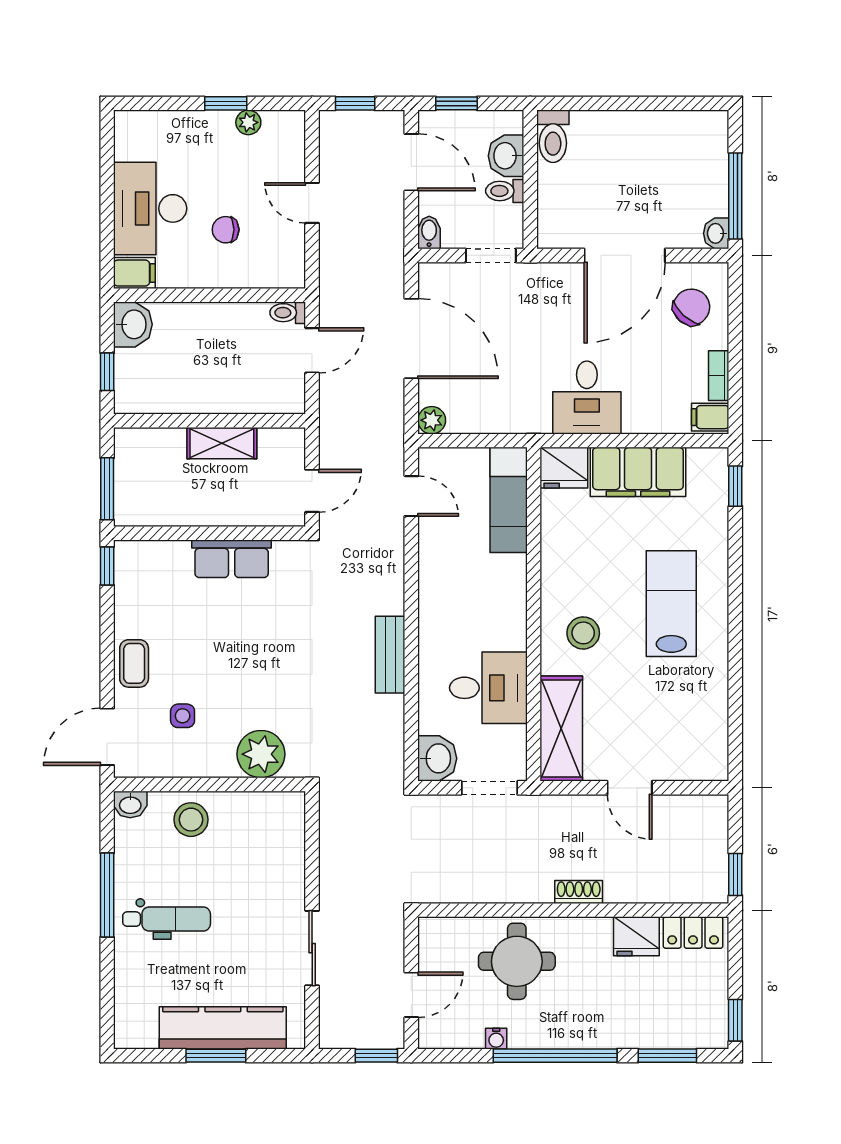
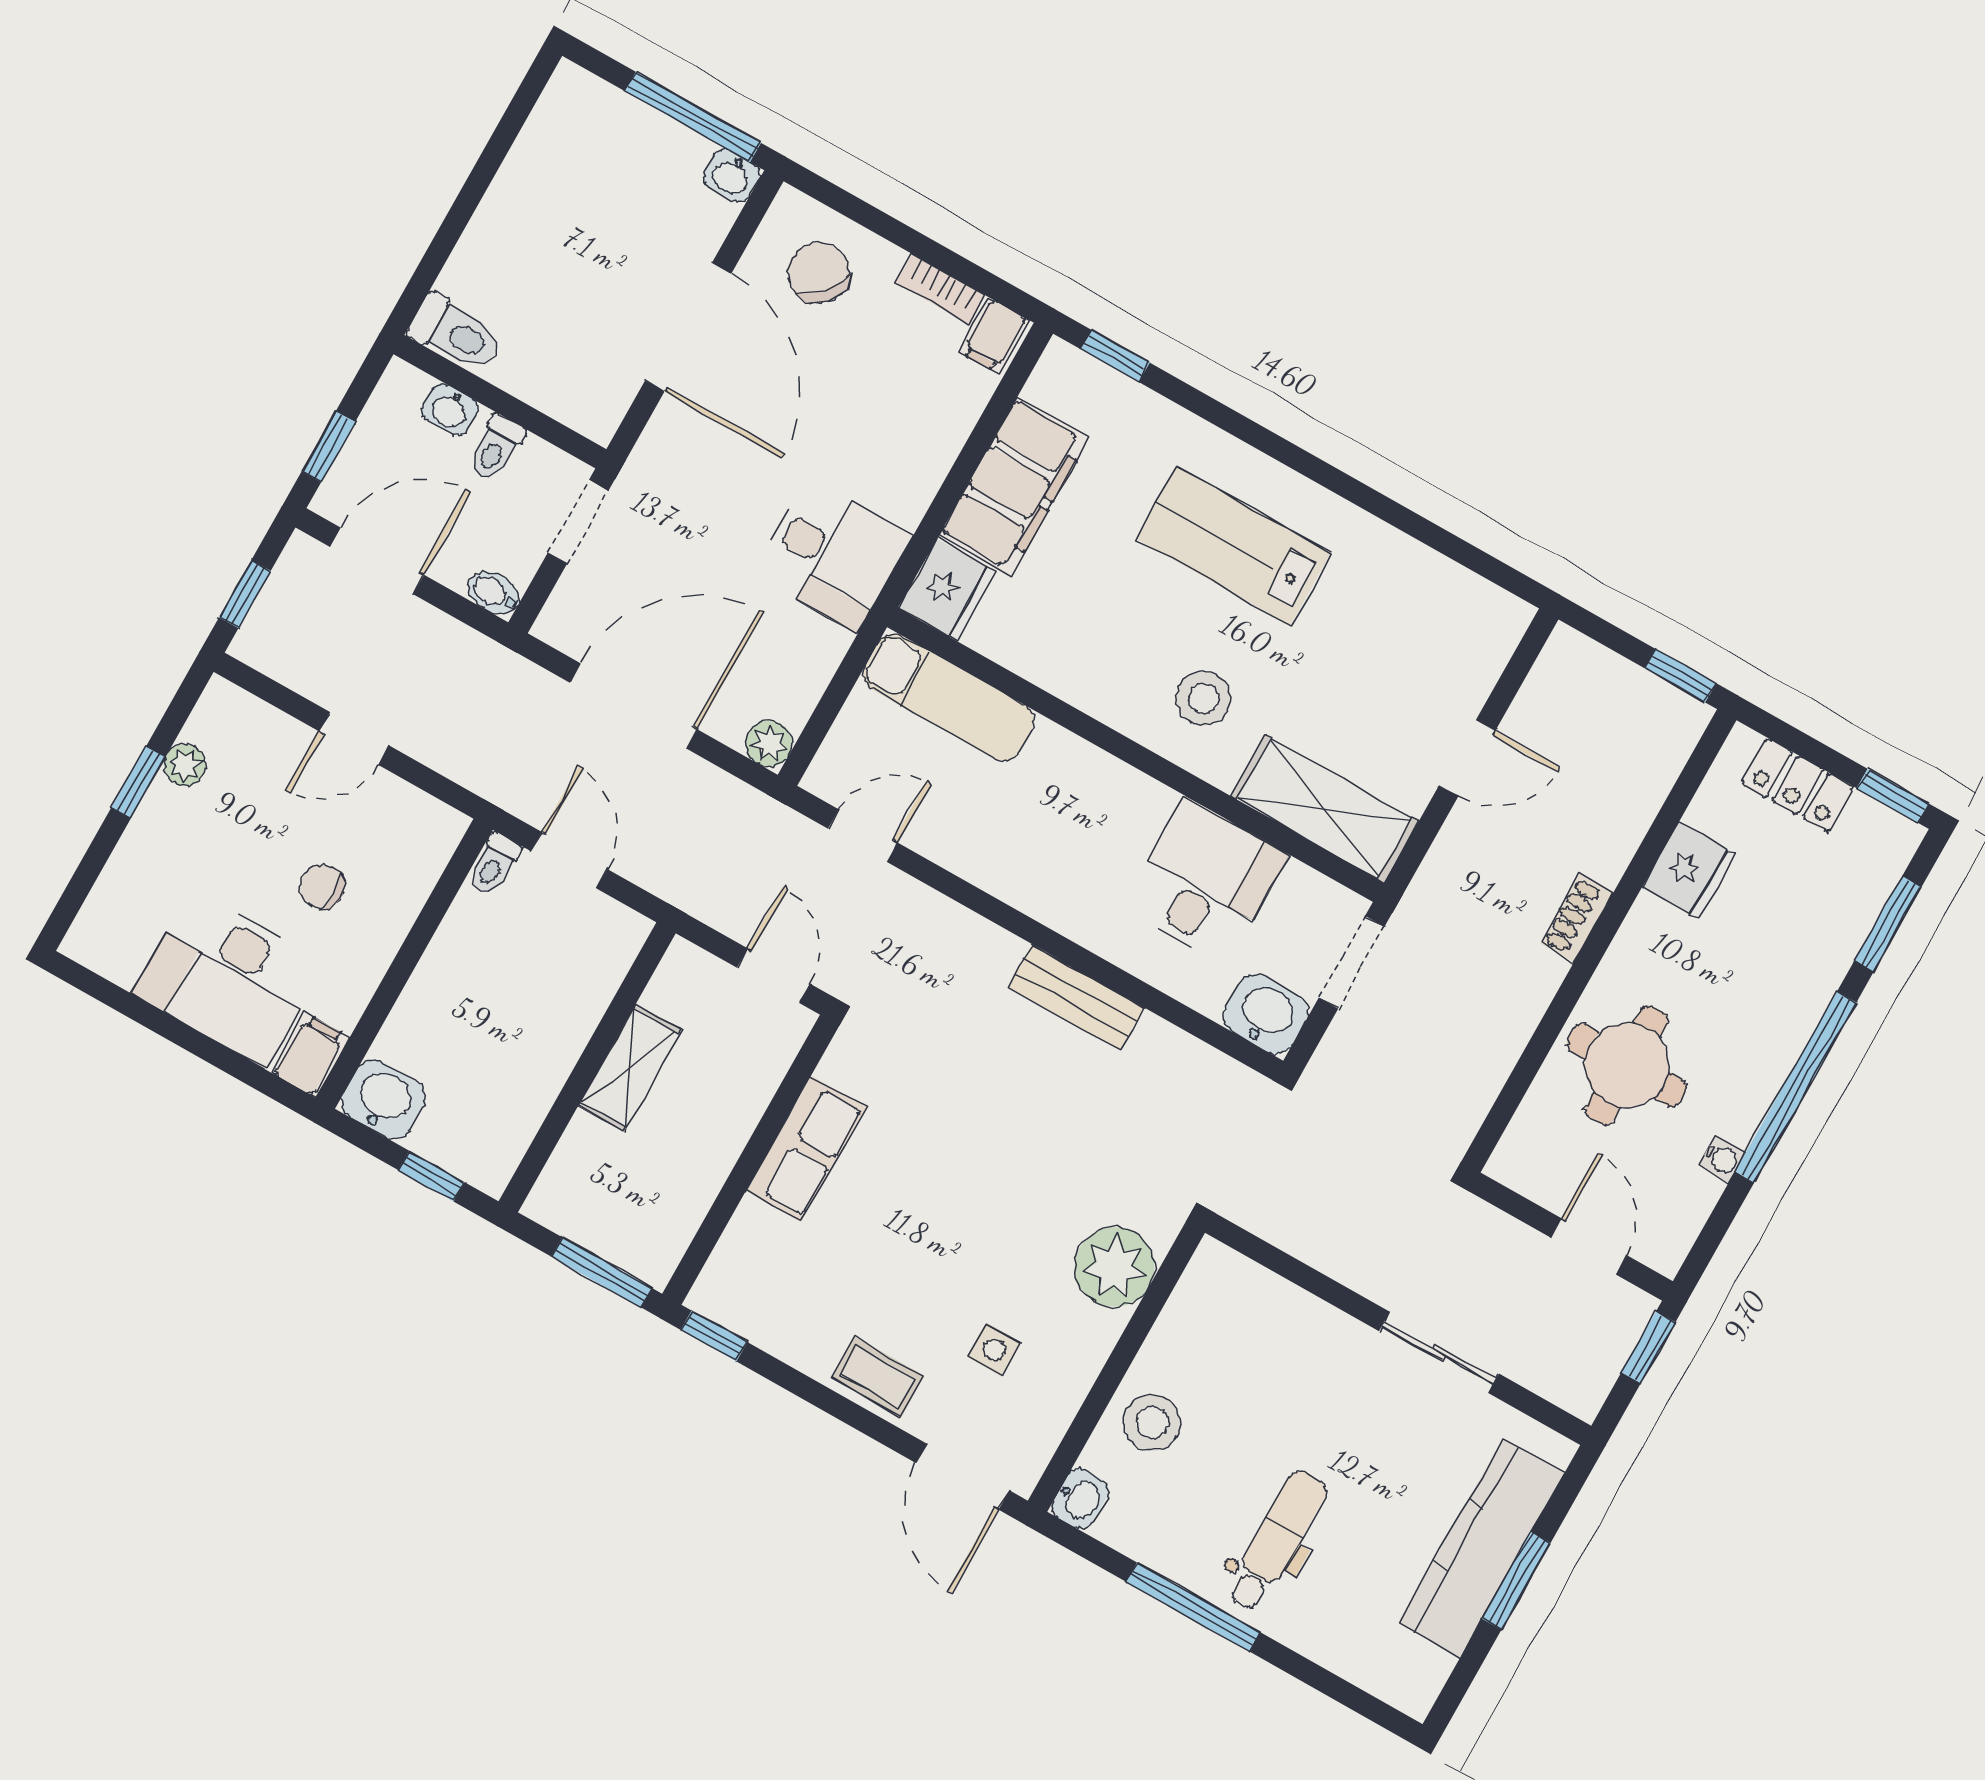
washbasin: (506, 156) -> (450, 410), width x0.72, depth x0.69
chair: (226, 230) -> (322, 887), turned 90
desk: (587, 397) -> (832, 555), moved
locker: (693, 933) -> (1797, 785), moved, turned 90

